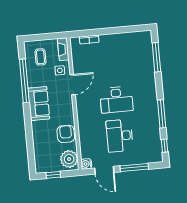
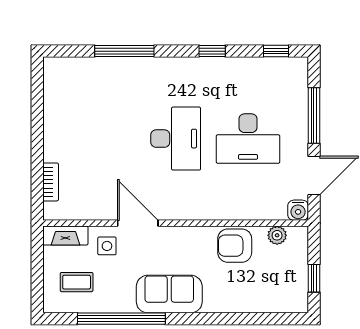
window: (156, 57) -> (124, 51), moved
window: (162, 114) -> (212, 51), width x0.46
plant: (69, 159) -> (277, 235), width x0.53, depth x0.53

